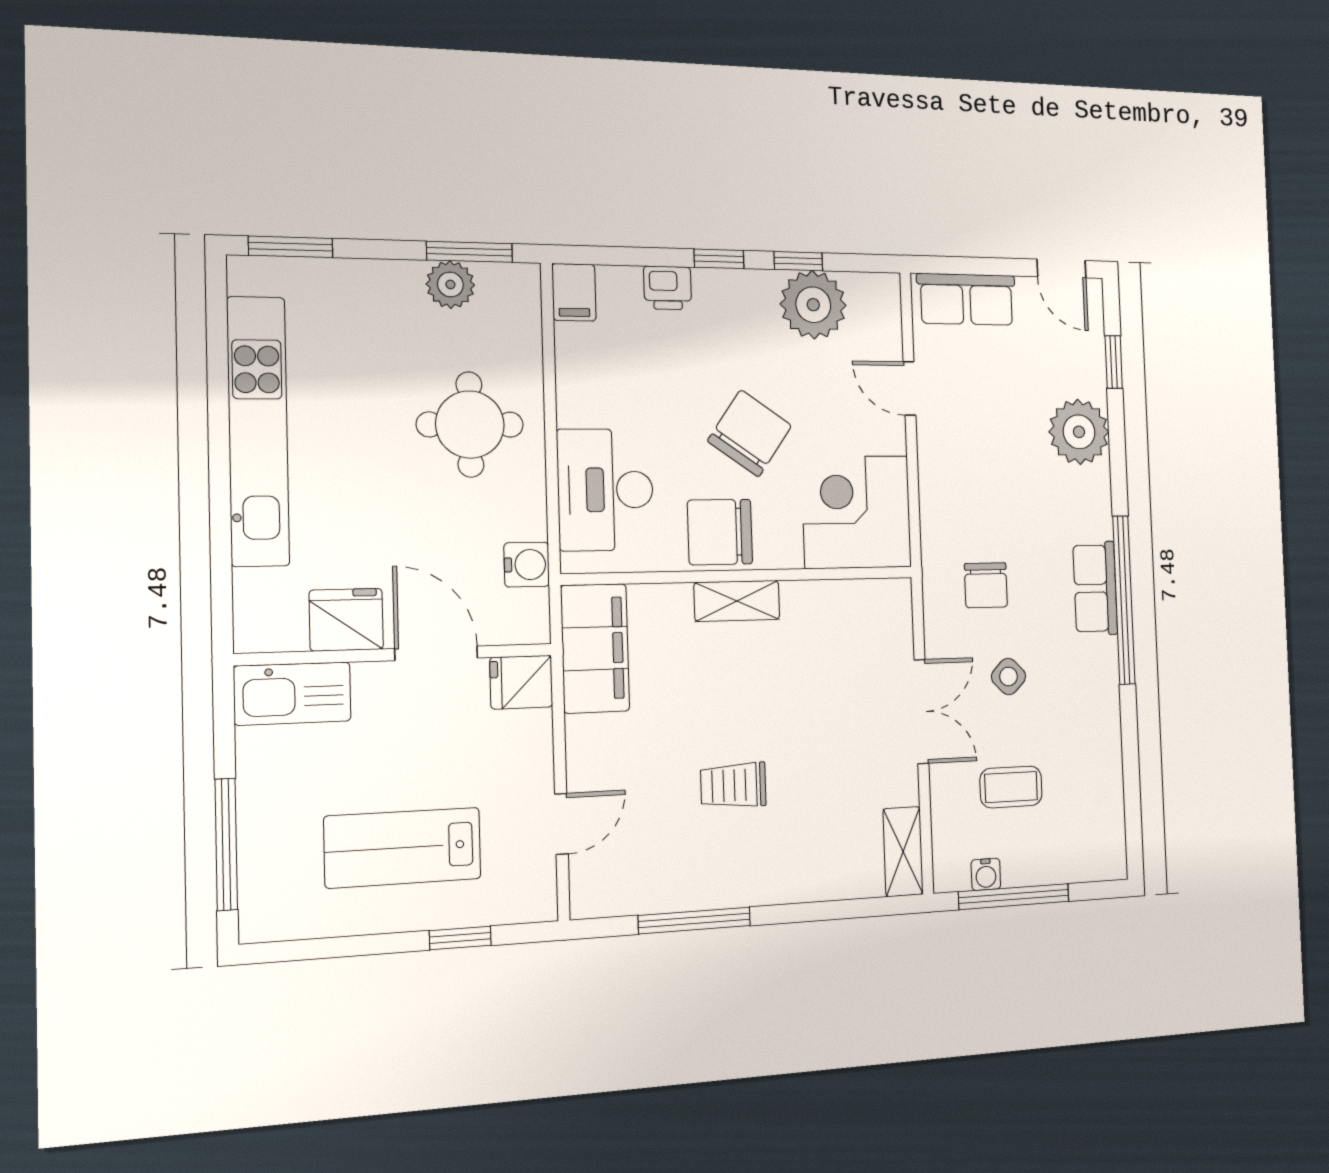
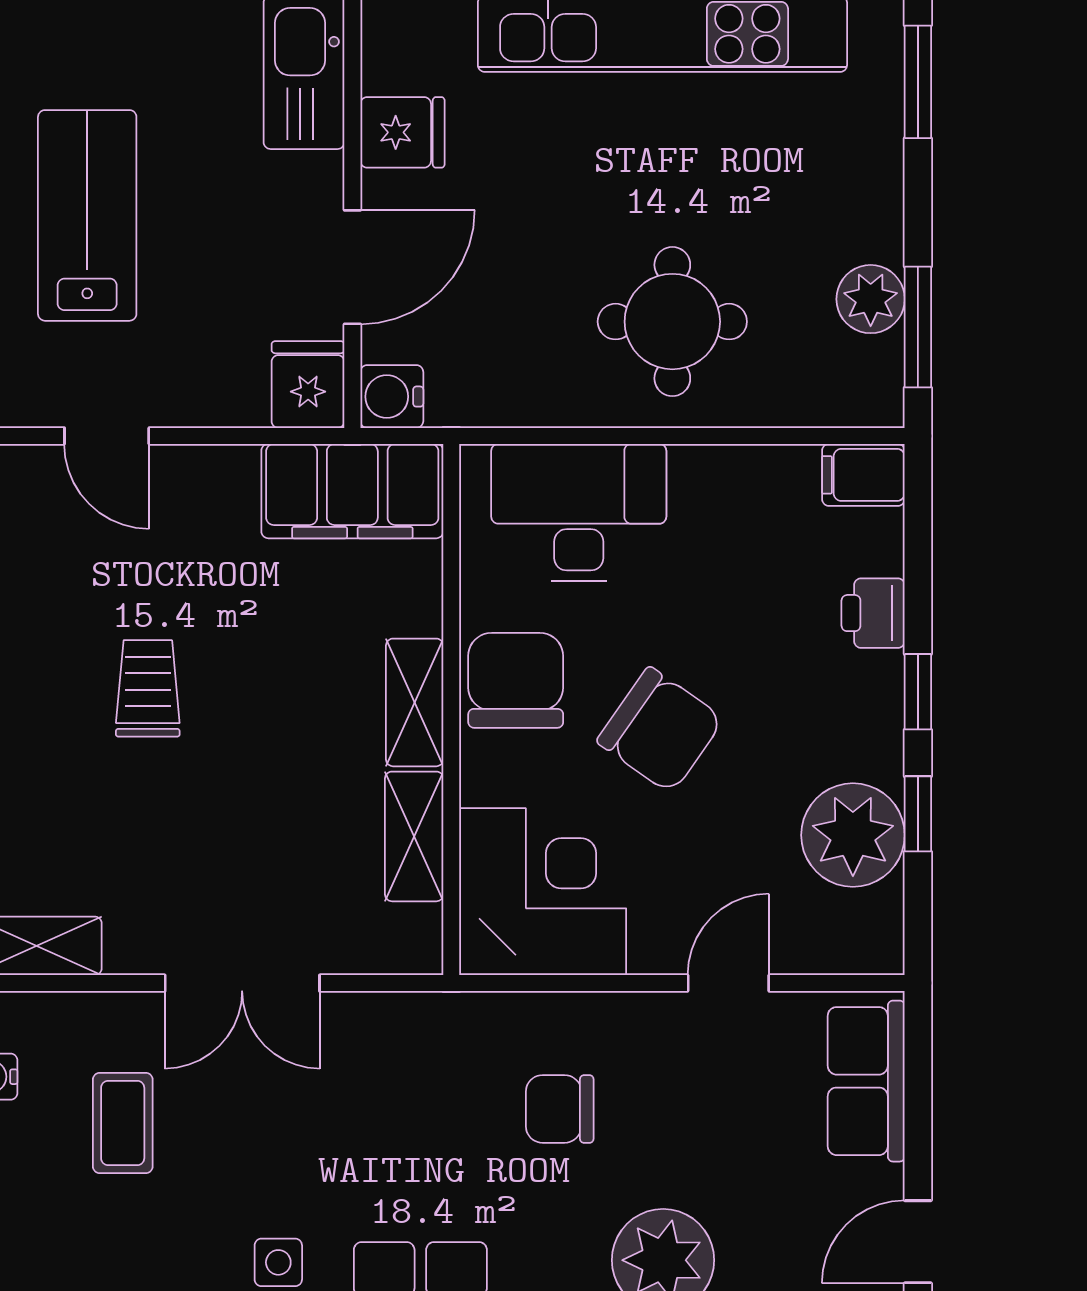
water cooler: (527, 565) -> (392, 397), moved, turned 90
chair: (986, 585) -> (560, 1109), moved
shelving: (824, 599) -> (414, 836), added
fridge: (346, 620) -> (402, 132), width x0.72
side table: (1008, 676) -> (278, 1262), moved, turned 45

